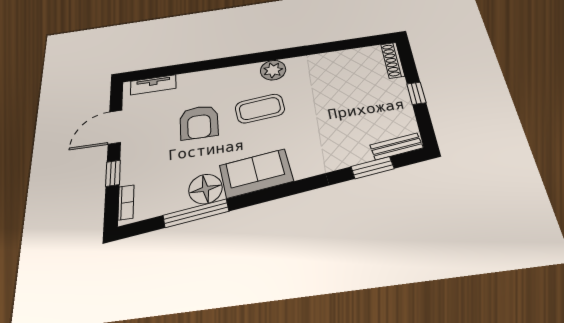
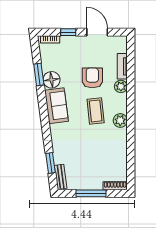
plant: (212, 78) -> (121, 86), added
tv unit: (153, 85) -> (122, 66), moved
window: (416, 93) -> (91, 193), width x2.17
armchair: (199, 122) -> (92, 78), turned 90
window: (196, 213) -> (39, 75), width x0.69

